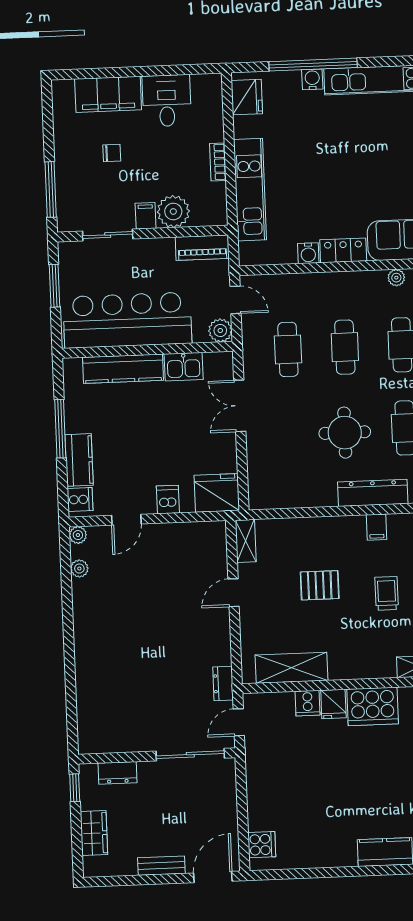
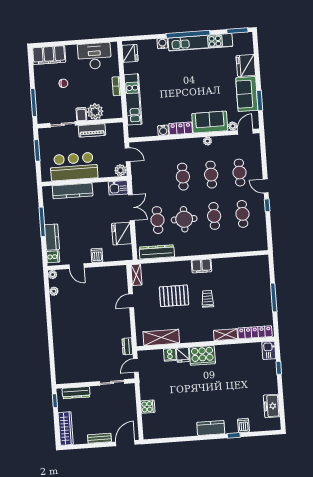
window: (313, 65) -> (188, 34), moved
filing cabinet: (108, 94) -> (49, 55), moved
desk: (167, 101) -> (94, 56), width x1.37
piano: (202, 248) -> (92, 130), moved
bar counter: (127, 320) -> (74, 167), width x0.73
cafe table: (288, 349) -> (157, 220), moved
kitchen sink: (184, 367) -> (118, 188), moved
double door: (240, 406) -> (131, 208), swing flipped
fridge: (217, 493) -> (122, 234), moved, turned -90
dresser: (373, 493) -> (157, 252), moved
door: (126, 520) -> (77, 266), hinge flipped
filing cabinet: (377, 527) -> (201, 266), width x2.00
pallet: (320, 585) -> (174, 296), width x1.50, depth x1.42
sliding door: (190, 755) -> (112, 382), width x0.73
dresser: (117, 773) -> (76, 393), width x1.44
wardrobe: (94, 833) -> (66, 429), width x1.50
cooker: (262, 845) -> (148, 407), moved

